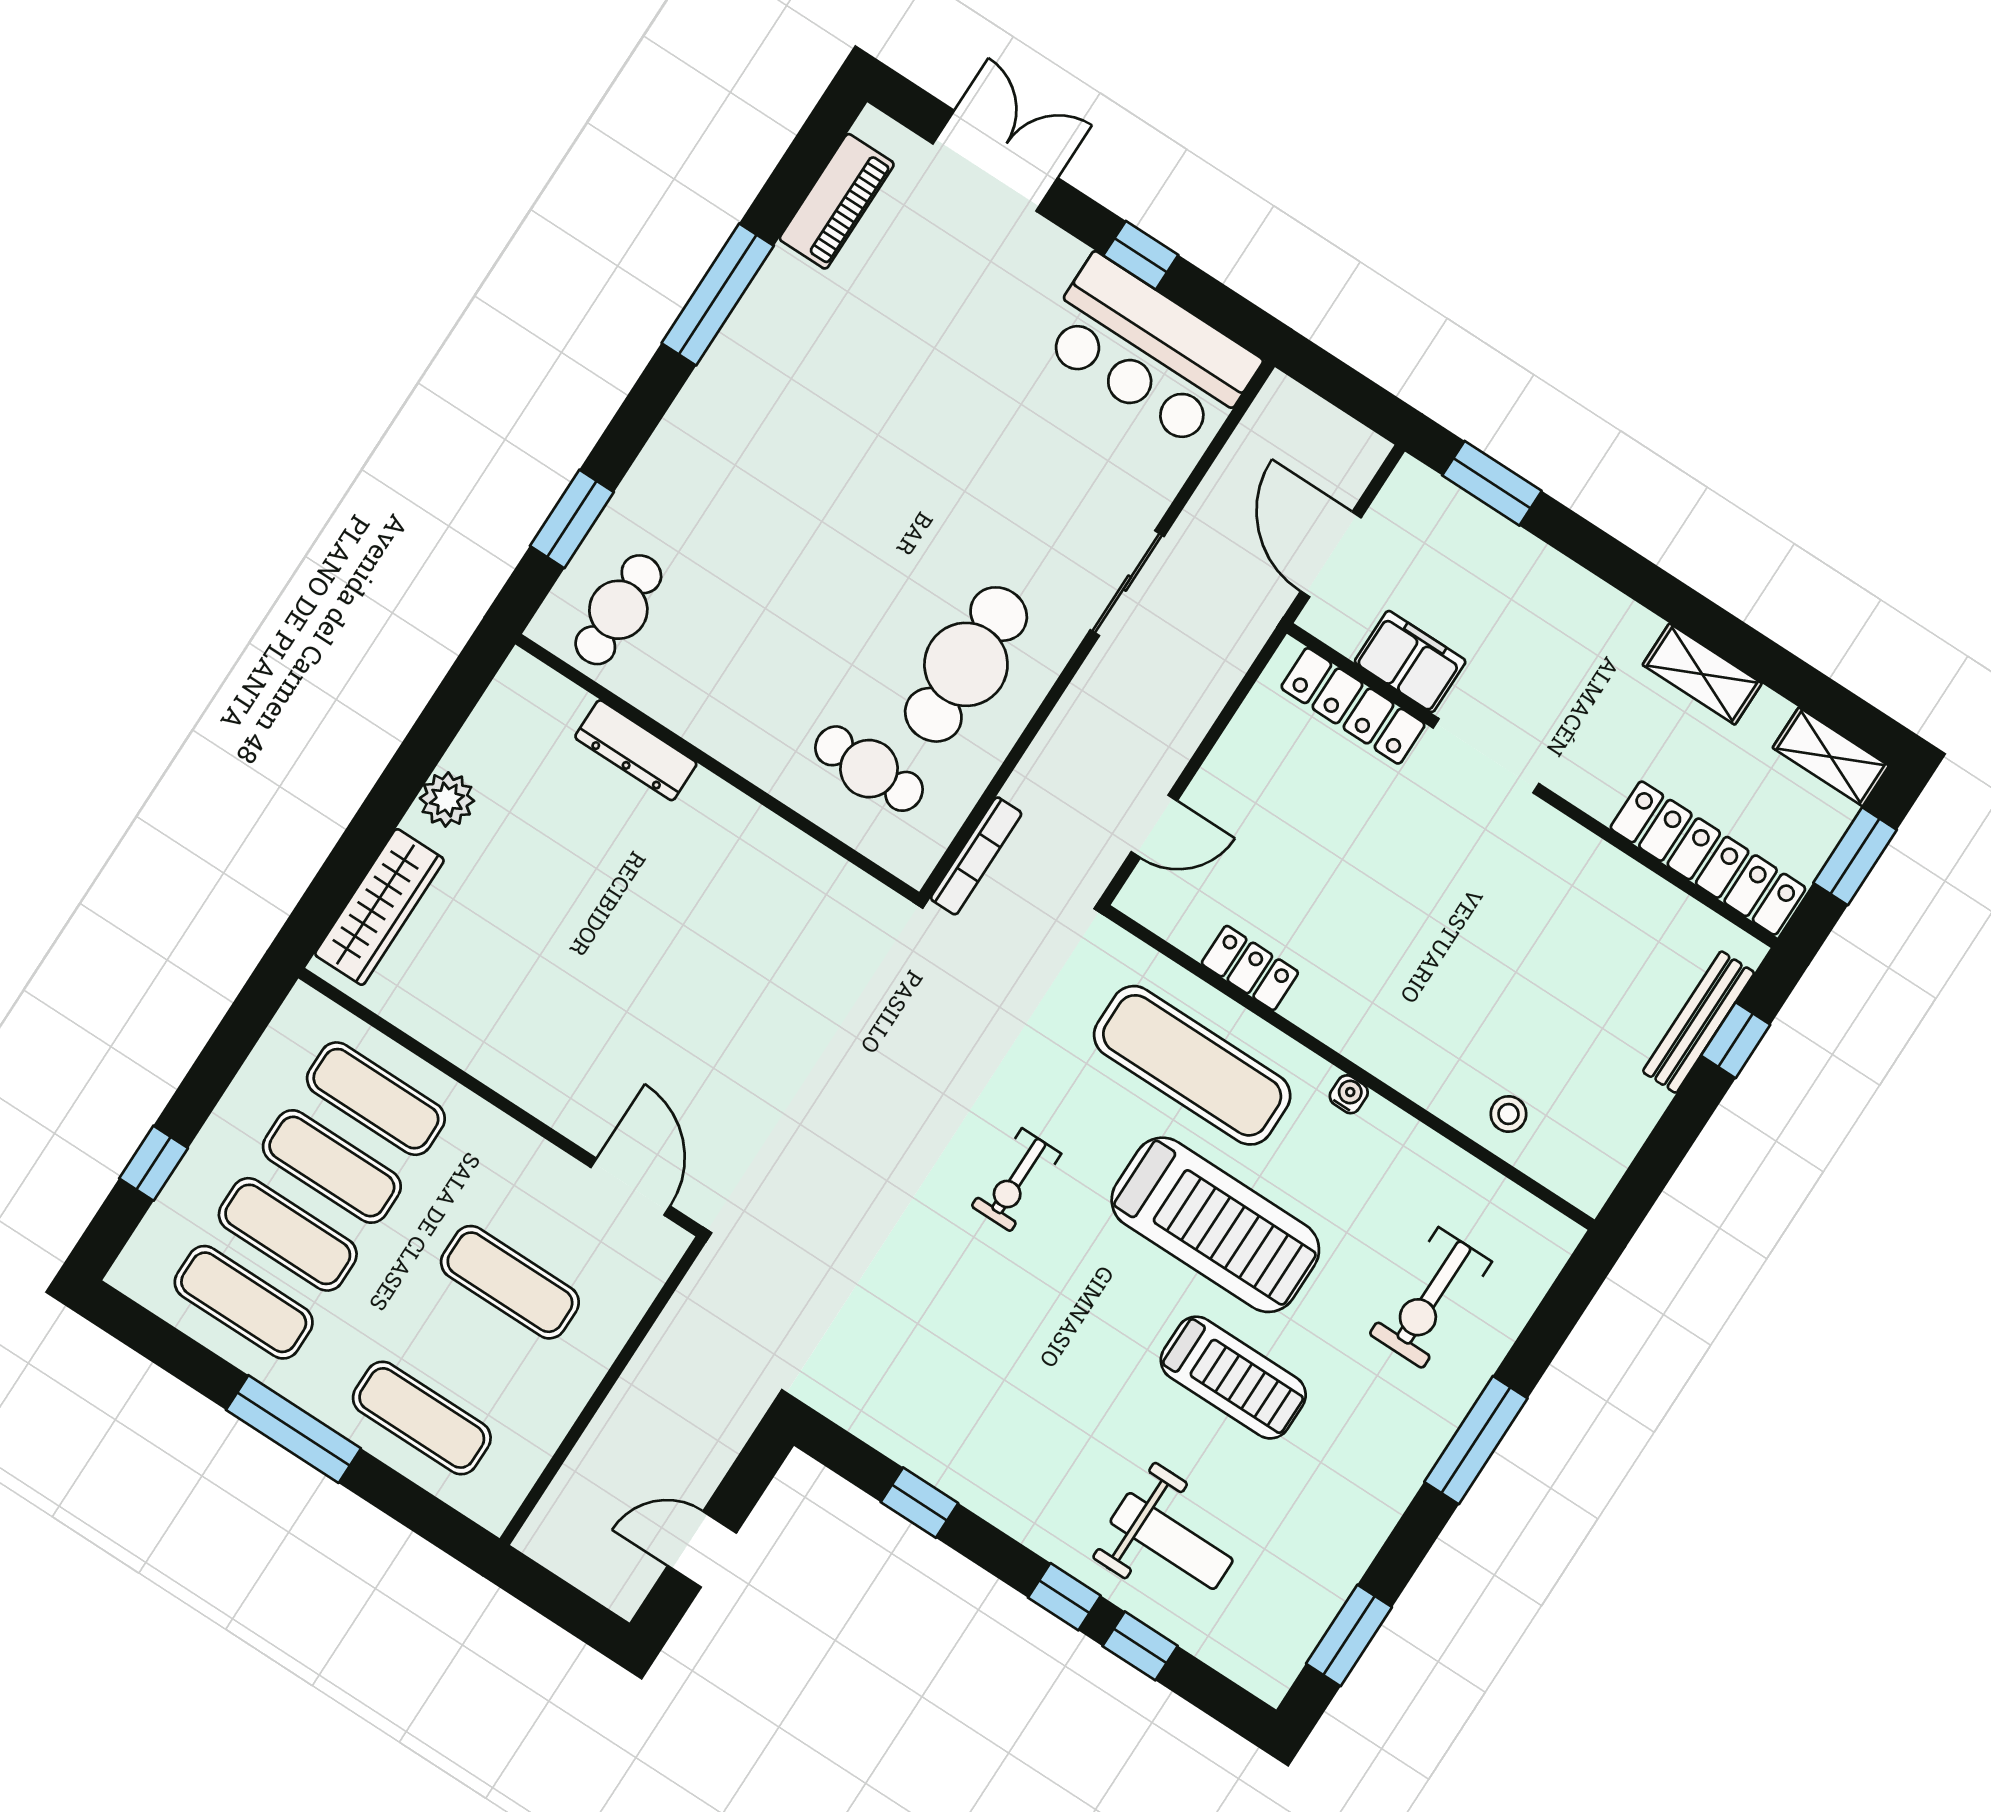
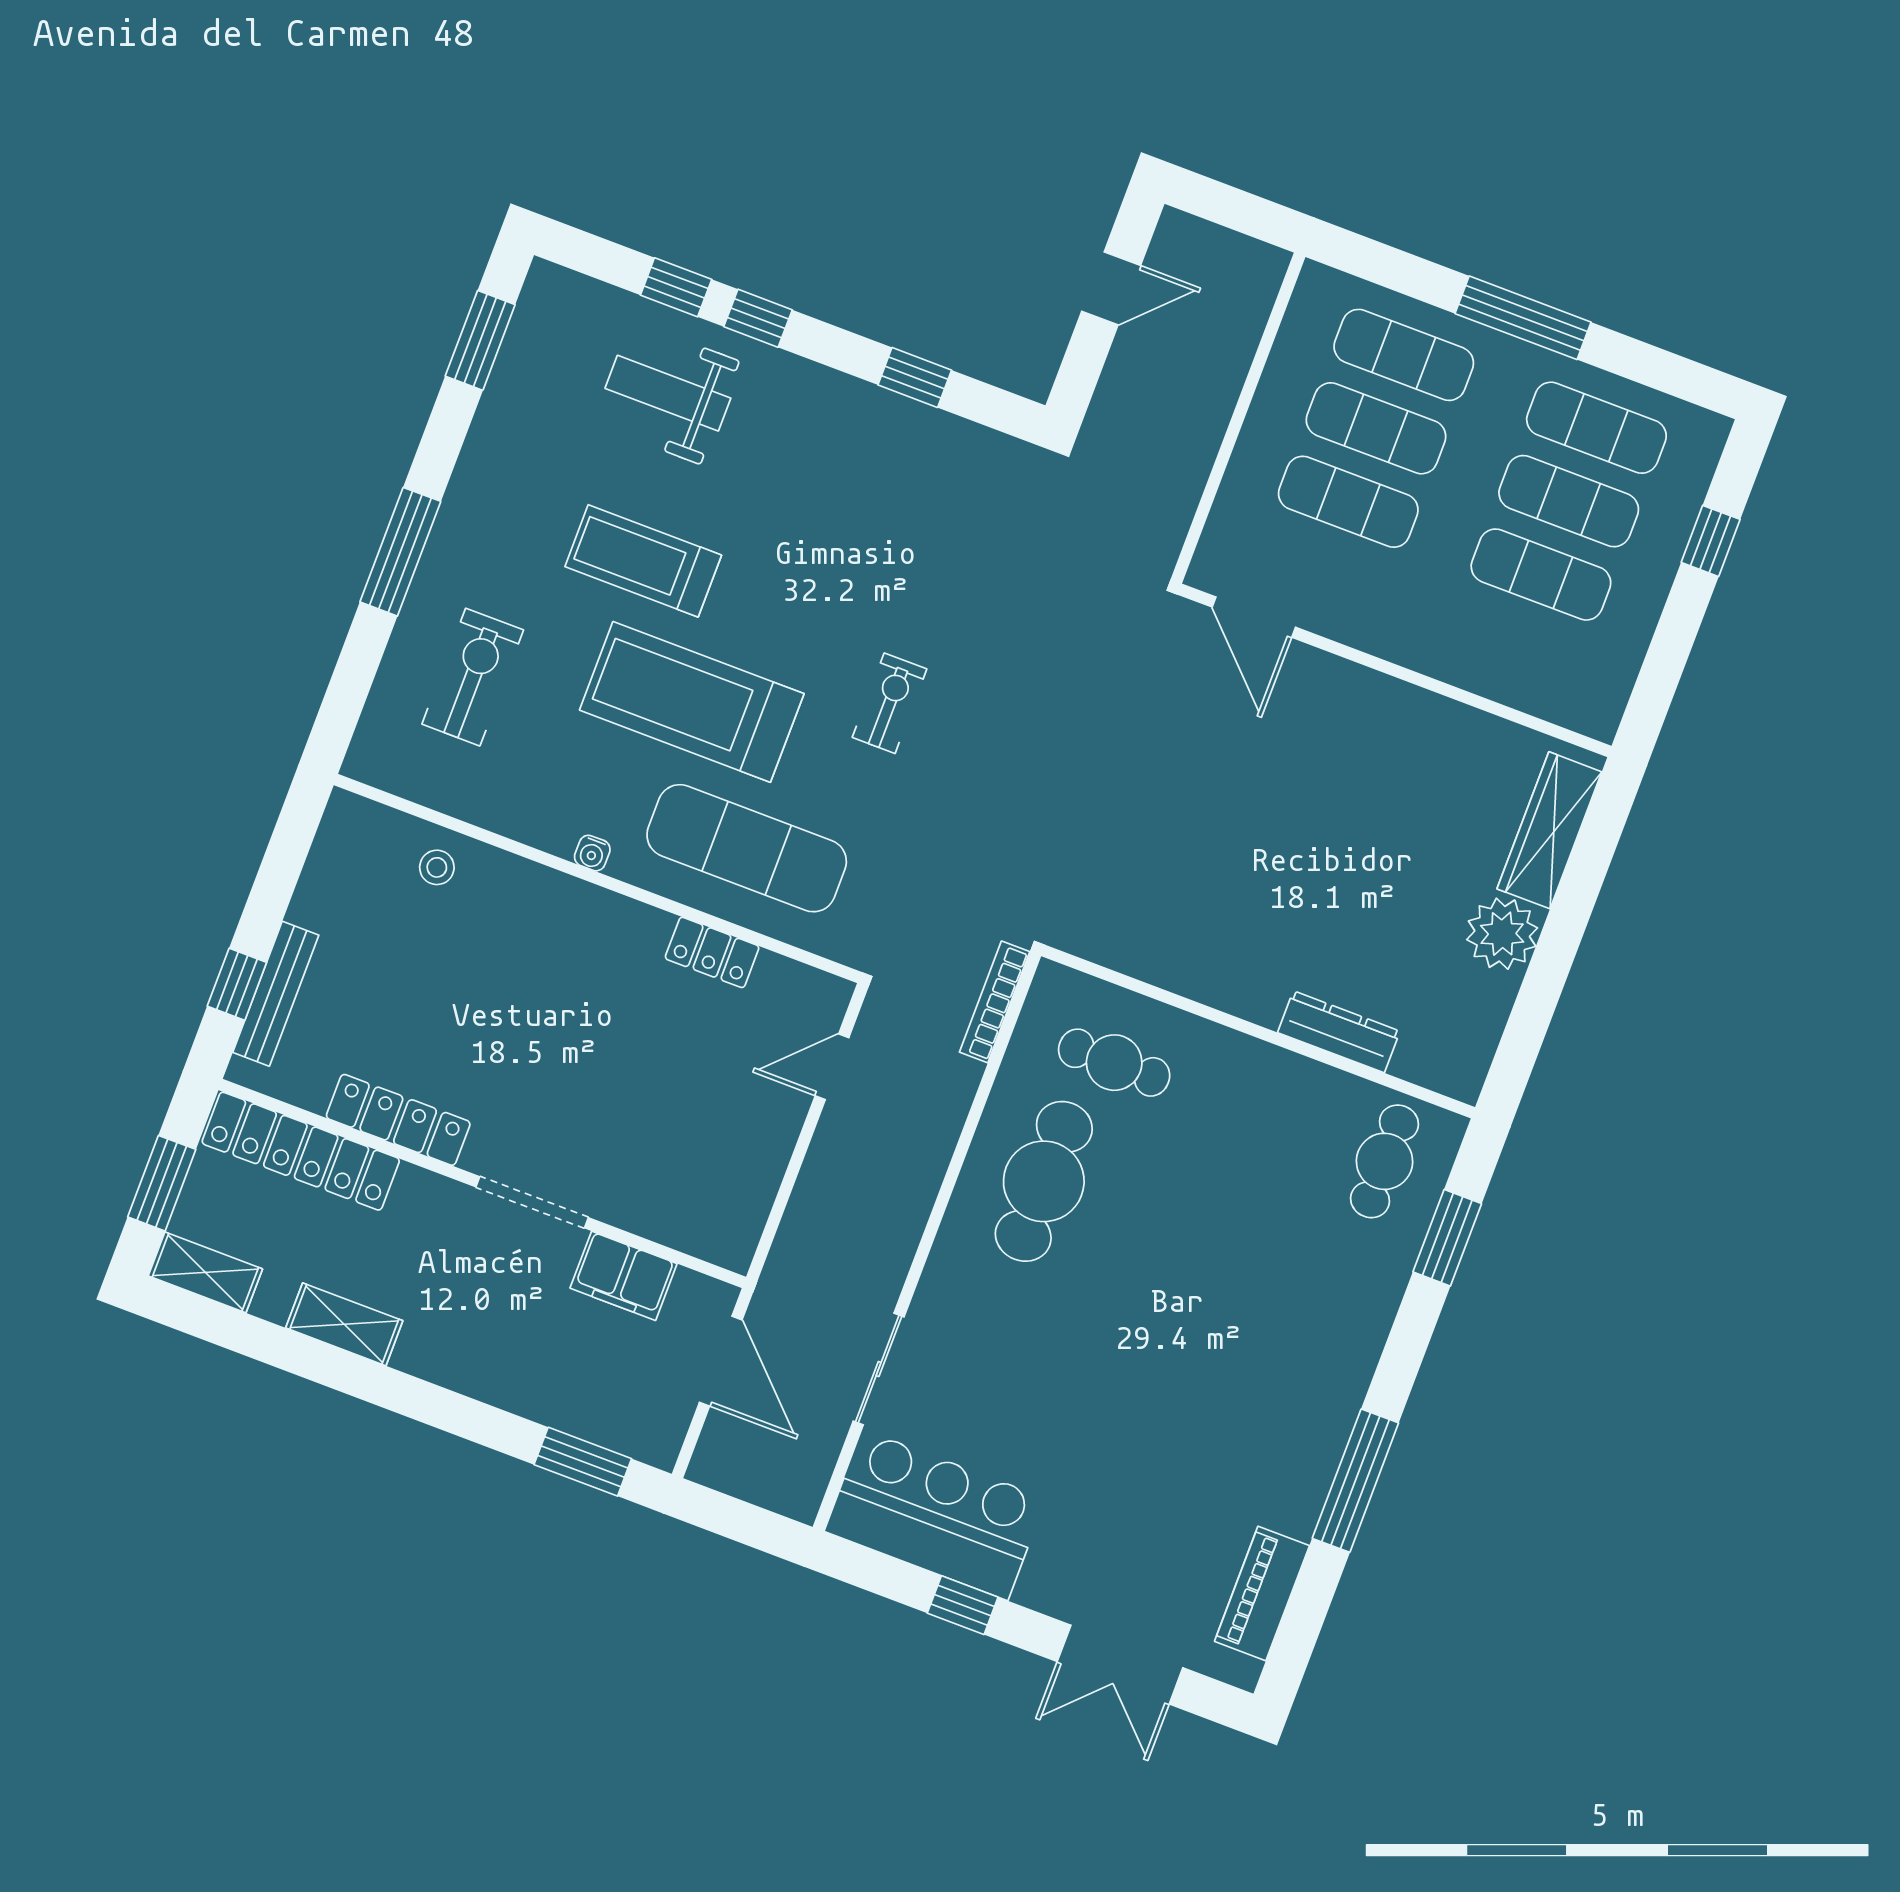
sliding door: (1127, 583) -> (879, 1369), moved
locker: (1353, 706) -> (398, 1120), moved
plant: (447, 799) -> (1502, 934), width x1.36, depth x1.36
exercise mat: (376, 1099) -> (1376, 428), moved

